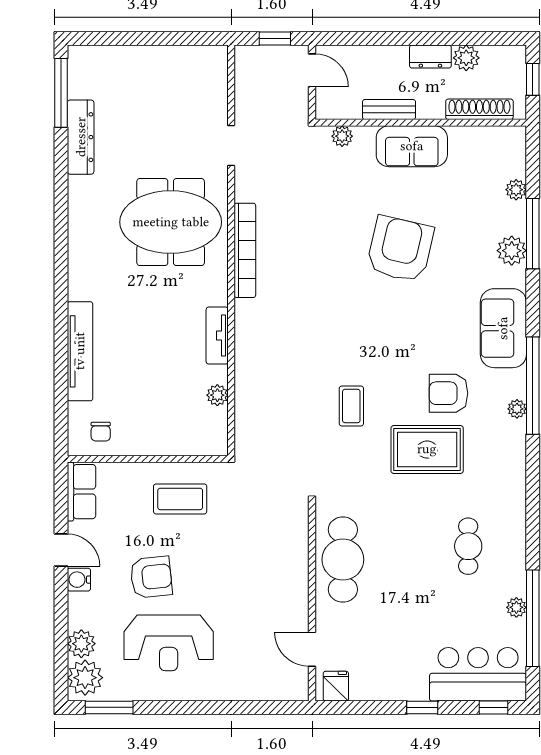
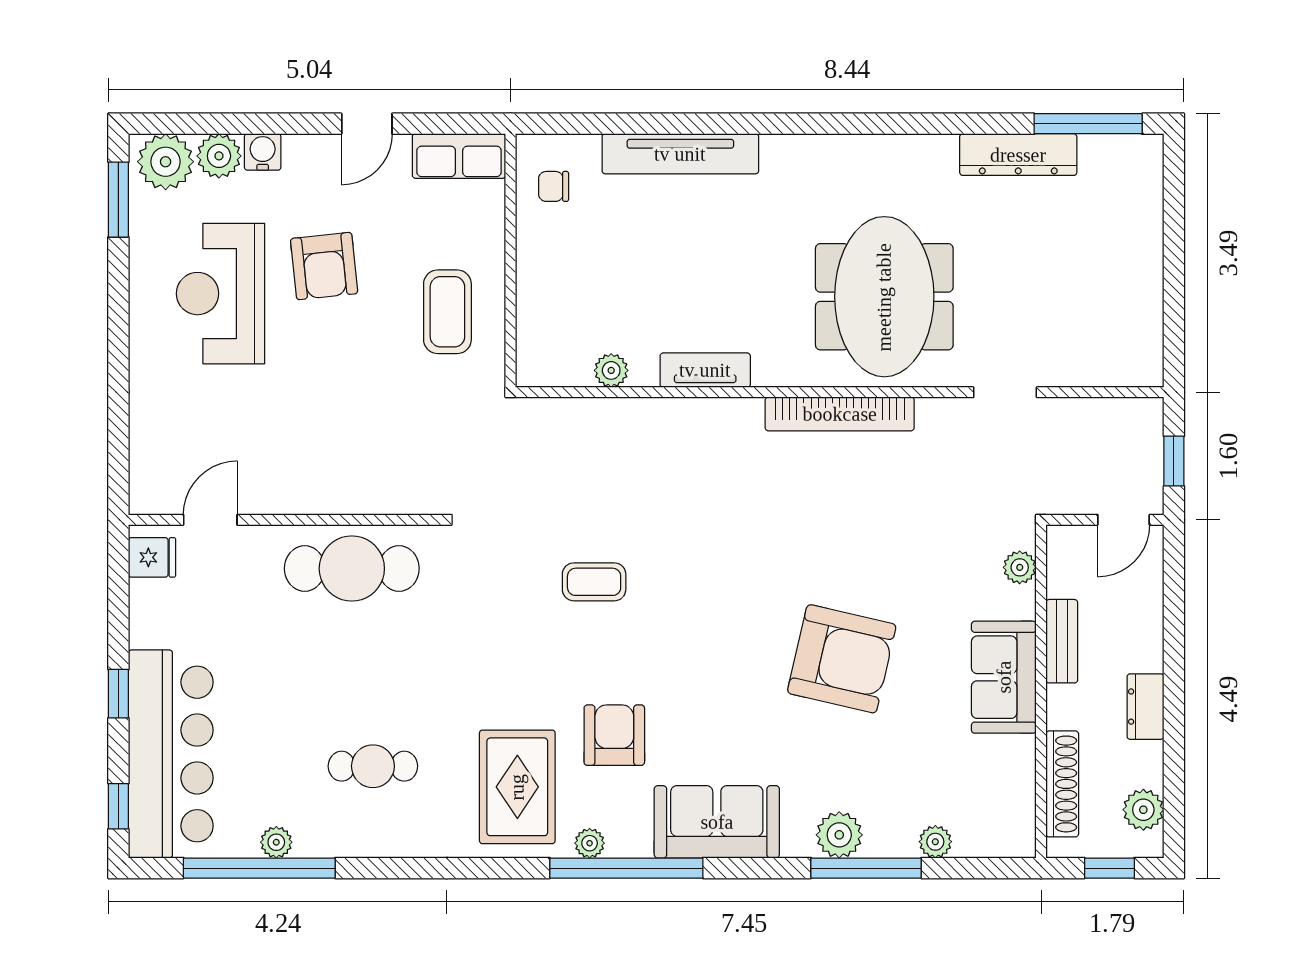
plant: (466, 58) -> (1143, 810), moved
rug: (427, 449) -> (517, 787), moved
water cooler: (79, 580) -> (263, 152), moved
bar counter: (478, 674) -> (171, 754), width x1.36

